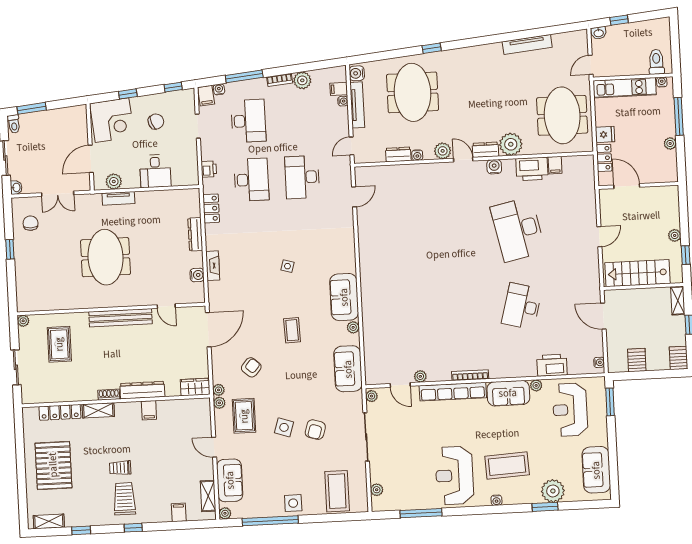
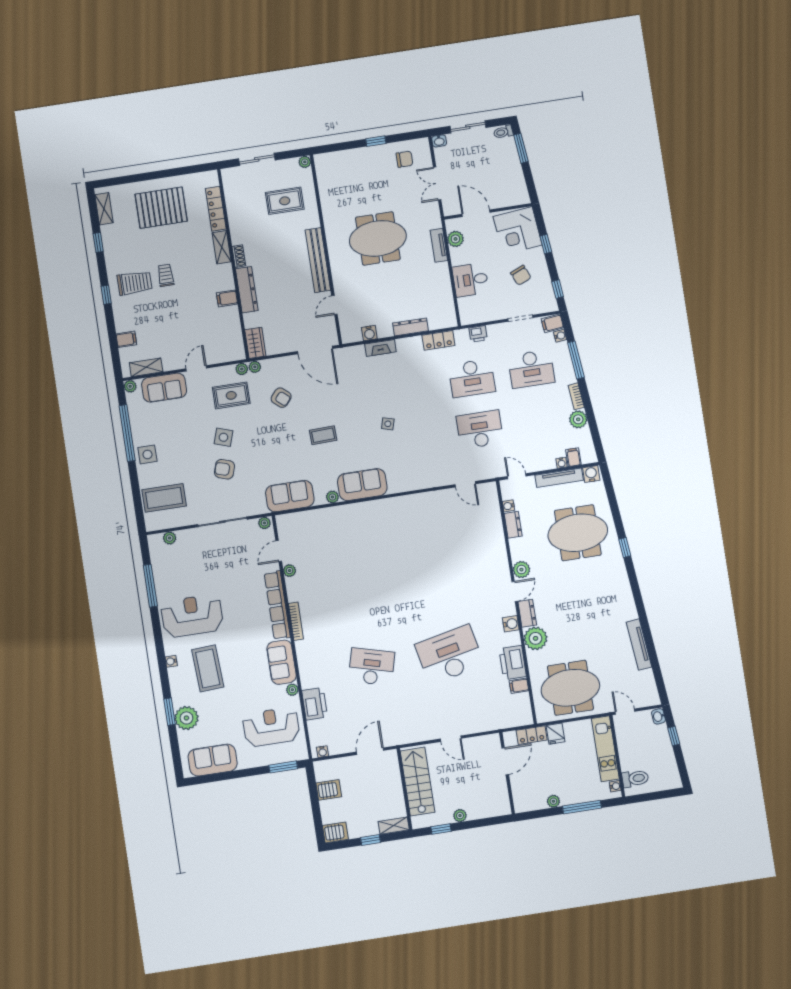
water cooler: (417, 155) -> (508, 506), moved

